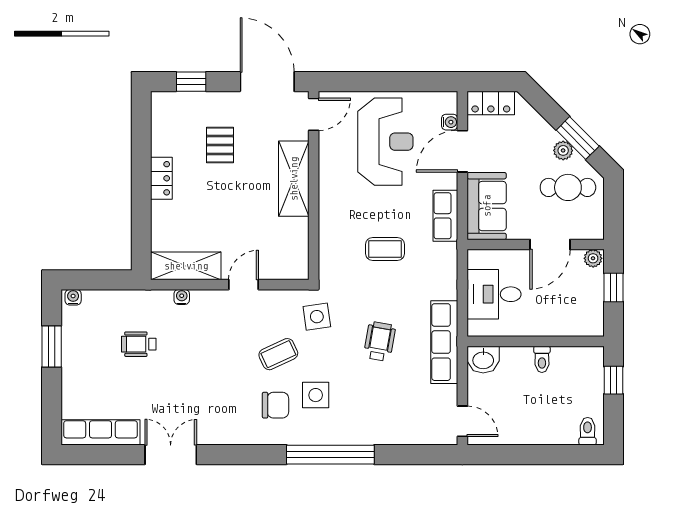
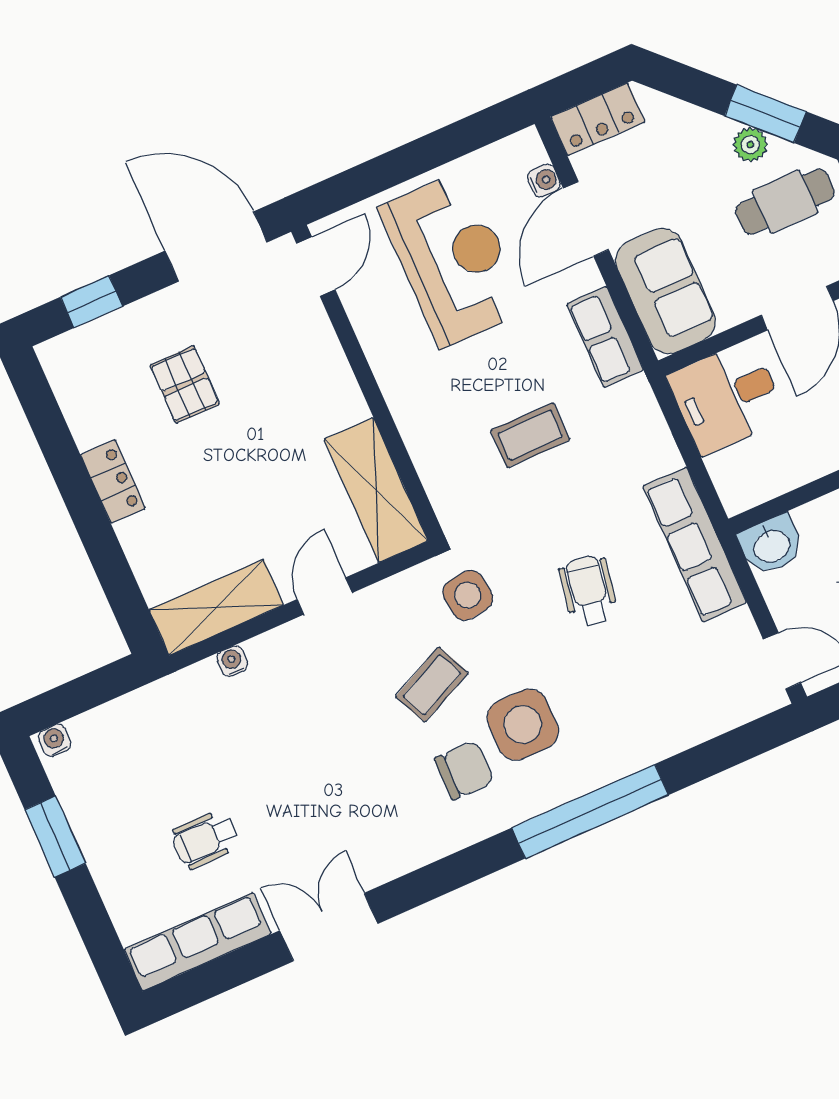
shelving: (294, 179) -> (376, 490), moved
desk: (494, 294) -> (727, 397), moved
wheelchair: (139, 344) -> (205, 839), moved
side table: (316, 395) -> (523, 725), width x1.37, depth x1.37

